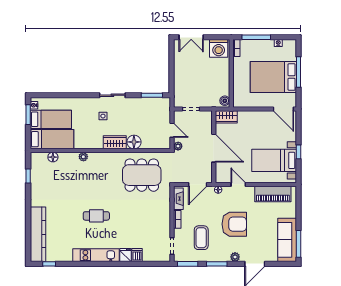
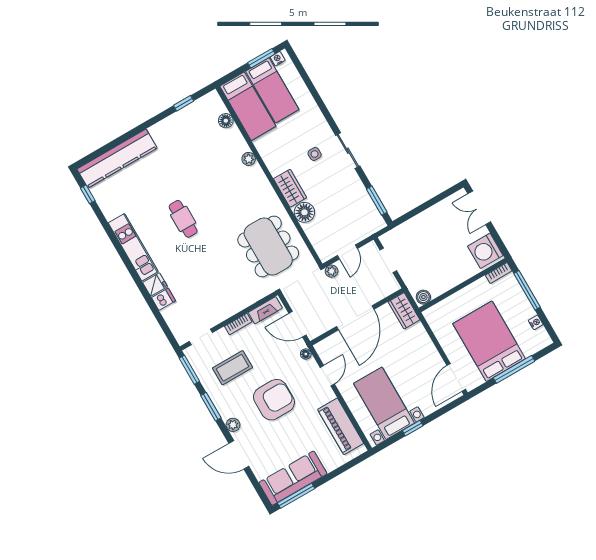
armchair: (234, 224) -> (274, 400), turned -90

